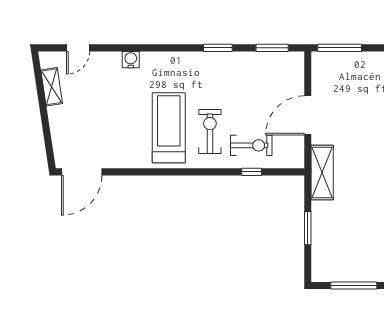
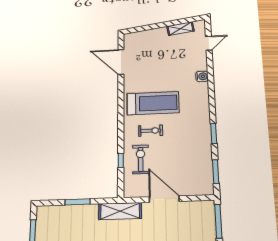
door: (78, 48) -> (209, 43), swing flipped
exercise bike: (210, 132) -> (151, 131), width x0.73, depth x0.72
exercise bike: (251, 145) -> (141, 159), turned 180
door: (82, 172) -> (121, 62), moved

